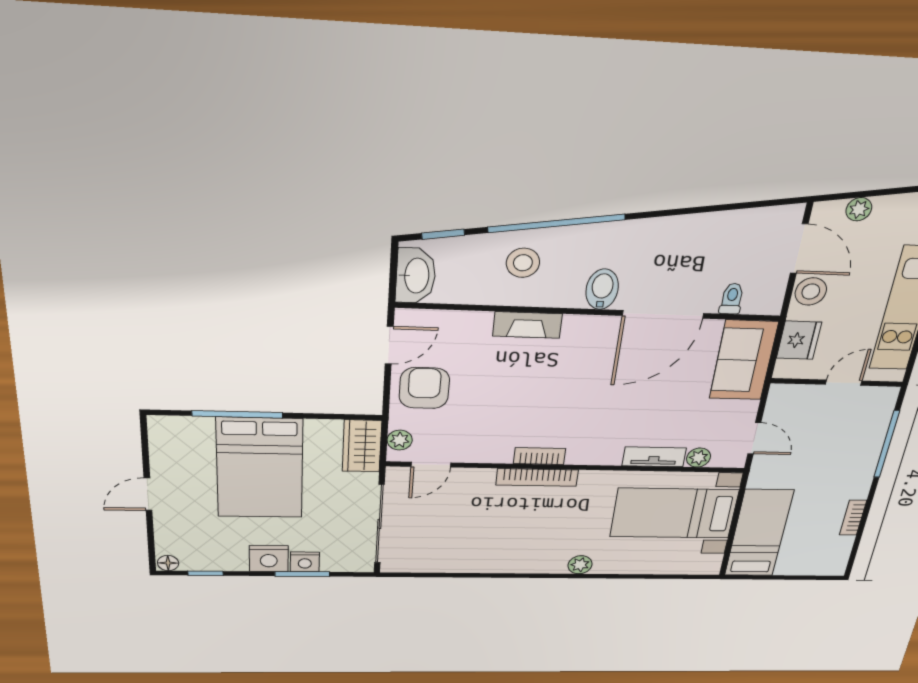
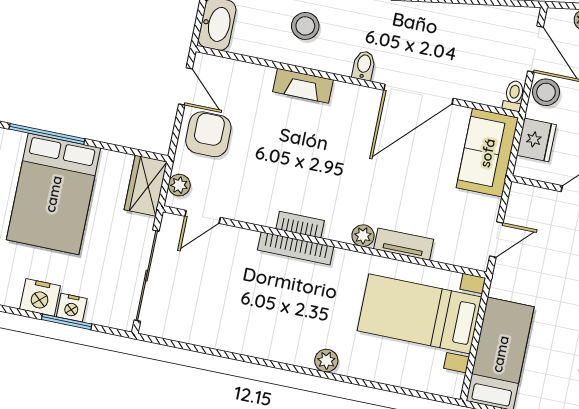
bidet: (602, 289) -> (364, 66), width x0.72, depth x0.74
toilet: (732, 299) -> (514, 96), moved
door: (389, 345) -> (186, 86), hinge flipped
door: (754, 438) -> (496, 239), hinge flipped
plant: (699, 458) -> (363, 236), moved

